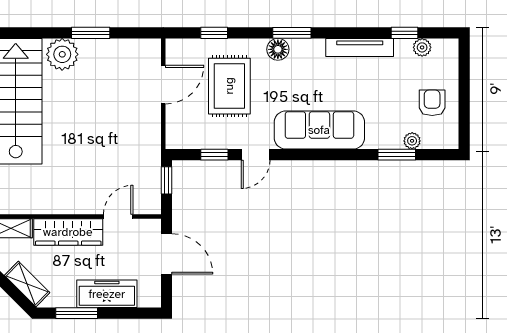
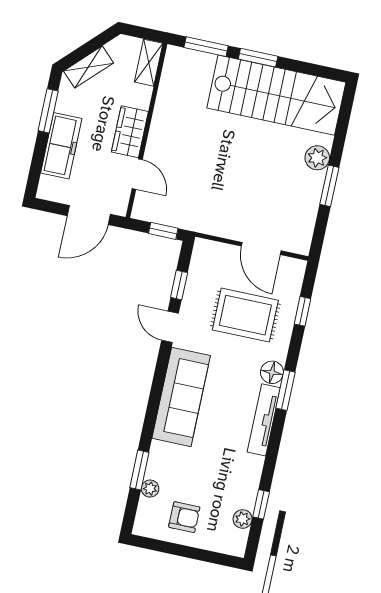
tv unit: (360, 47) -> (264, 420), moved
plant: (62, 54) -> (317, 158), width x0.73, depth x0.73
wardrobe: (68, 232) -> (130, 132), width x0.67

